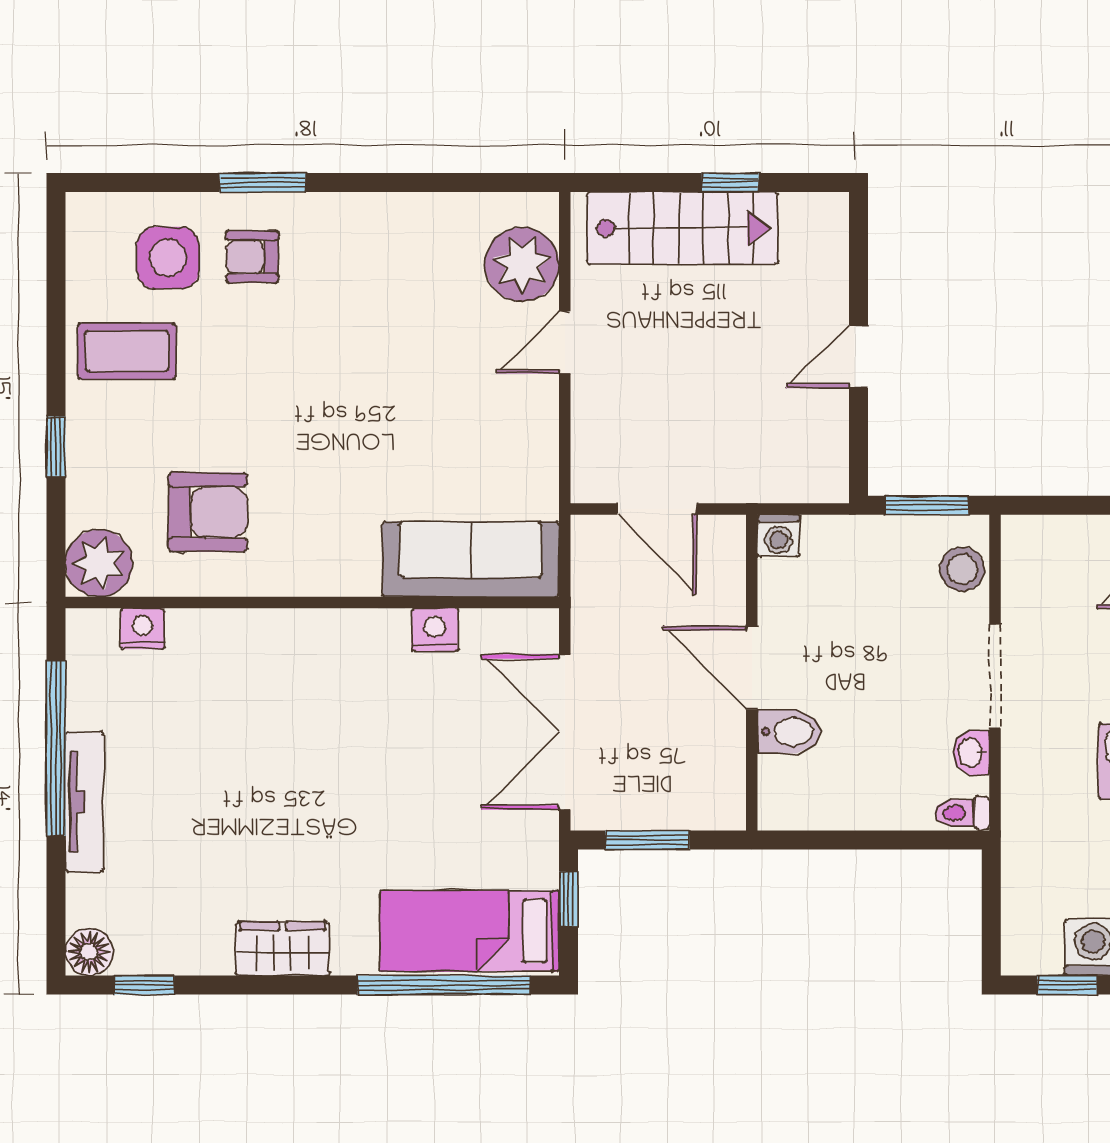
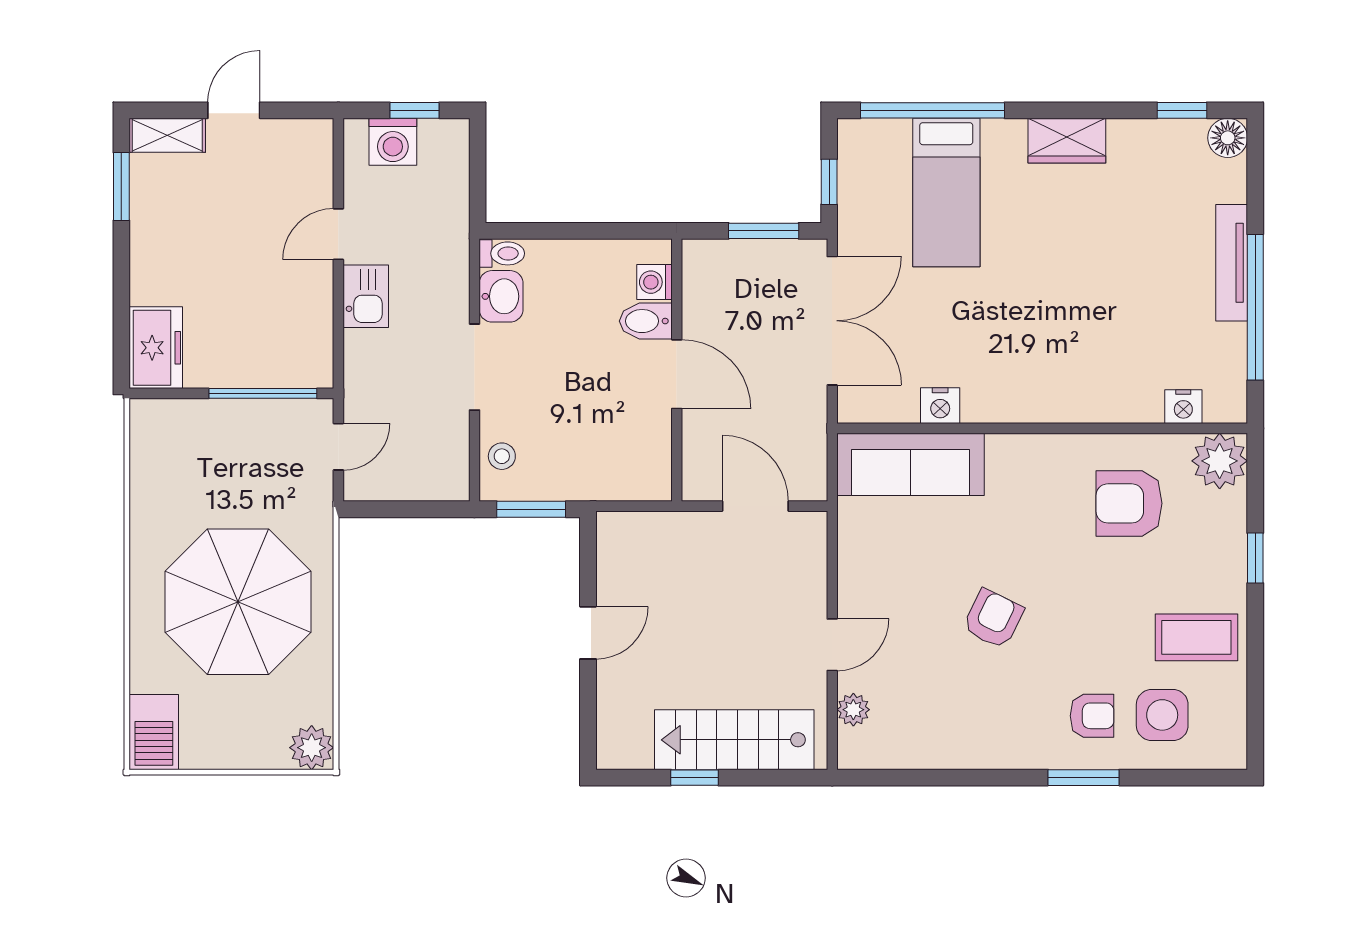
plant: (522, 264) -> (853, 710), width x0.53, depth x0.53
armchair: (371, 373) -> (993, 619), added
washing machine: (779, 536) -> (654, 282), moved, turned -90
stool: (962, 569) -> (502, 456), width x0.73, depth x0.73
washbasin: (971, 753) -> (501, 296), width x1.38, depth x1.45
bed: (470, 931) -> (946, 193), moved, turned 90

